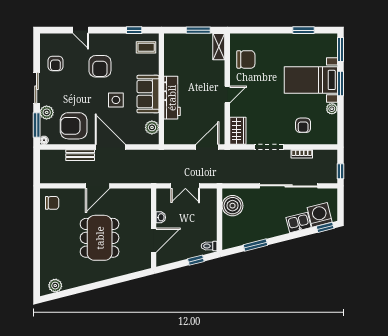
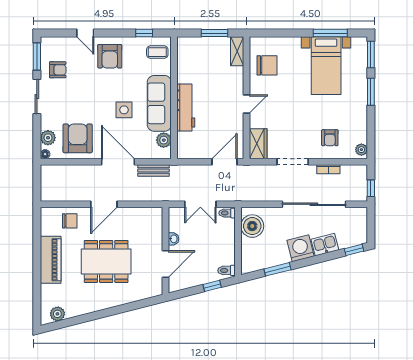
window: (303, 30) -> (330, 33), width x1.44
armchair: (55, 63) -> (58, 70), turned -90
armchair: (100, 66) -> (110, 56), moved
bed with nightstands: (311, 80) -> (326, 66), moved, turned -90
sofa: (148, 94) -> (159, 103), width x1.36
plant: (332, 109) -> (361, 150), moved
plant: (47, 112) -> (48, 138), moved
window: (37, 125) -> (37, 56), moved
armchair: (74, 126) -> (78, 138), turned 90
bench: (80, 155) -> (153, 170), moved
toilet: (210, 194) -> (227, 213), added
chair: (52, 203) -> (70, 221), moved
washing machine: (320, 215) -> (301, 248), moved
piano: (49, 236) -> (51, 260), added
dining table: (100, 238) -> (106, 261), turned 90

